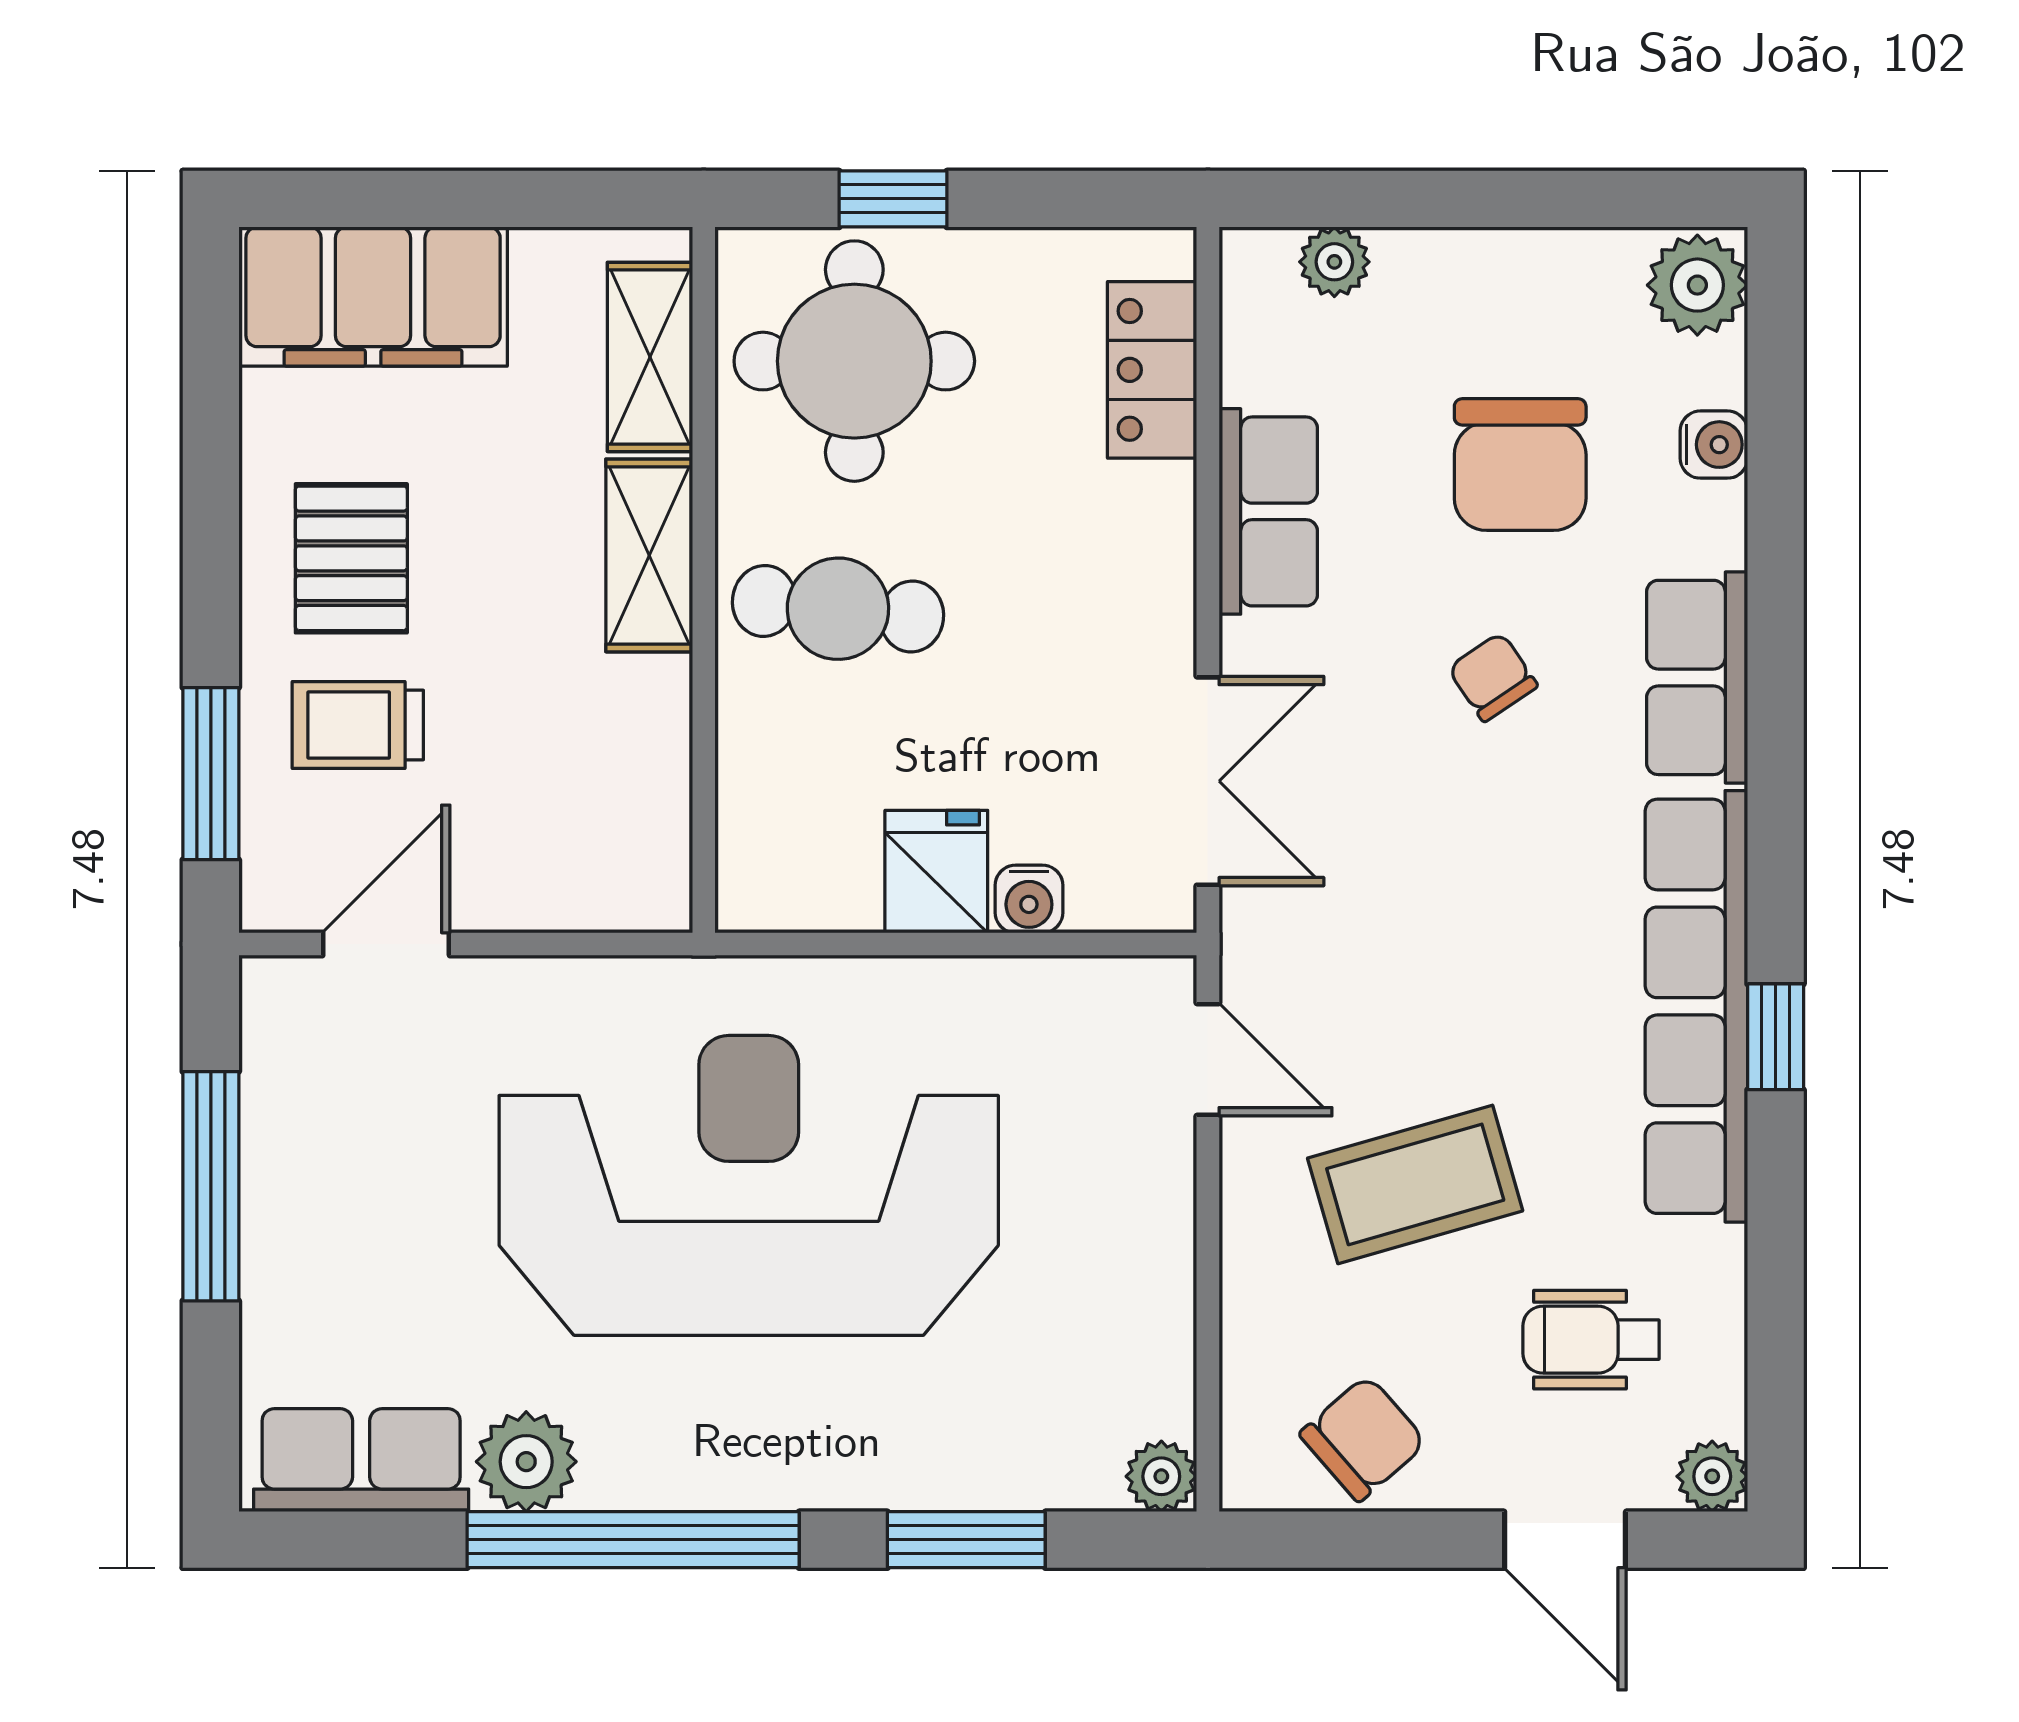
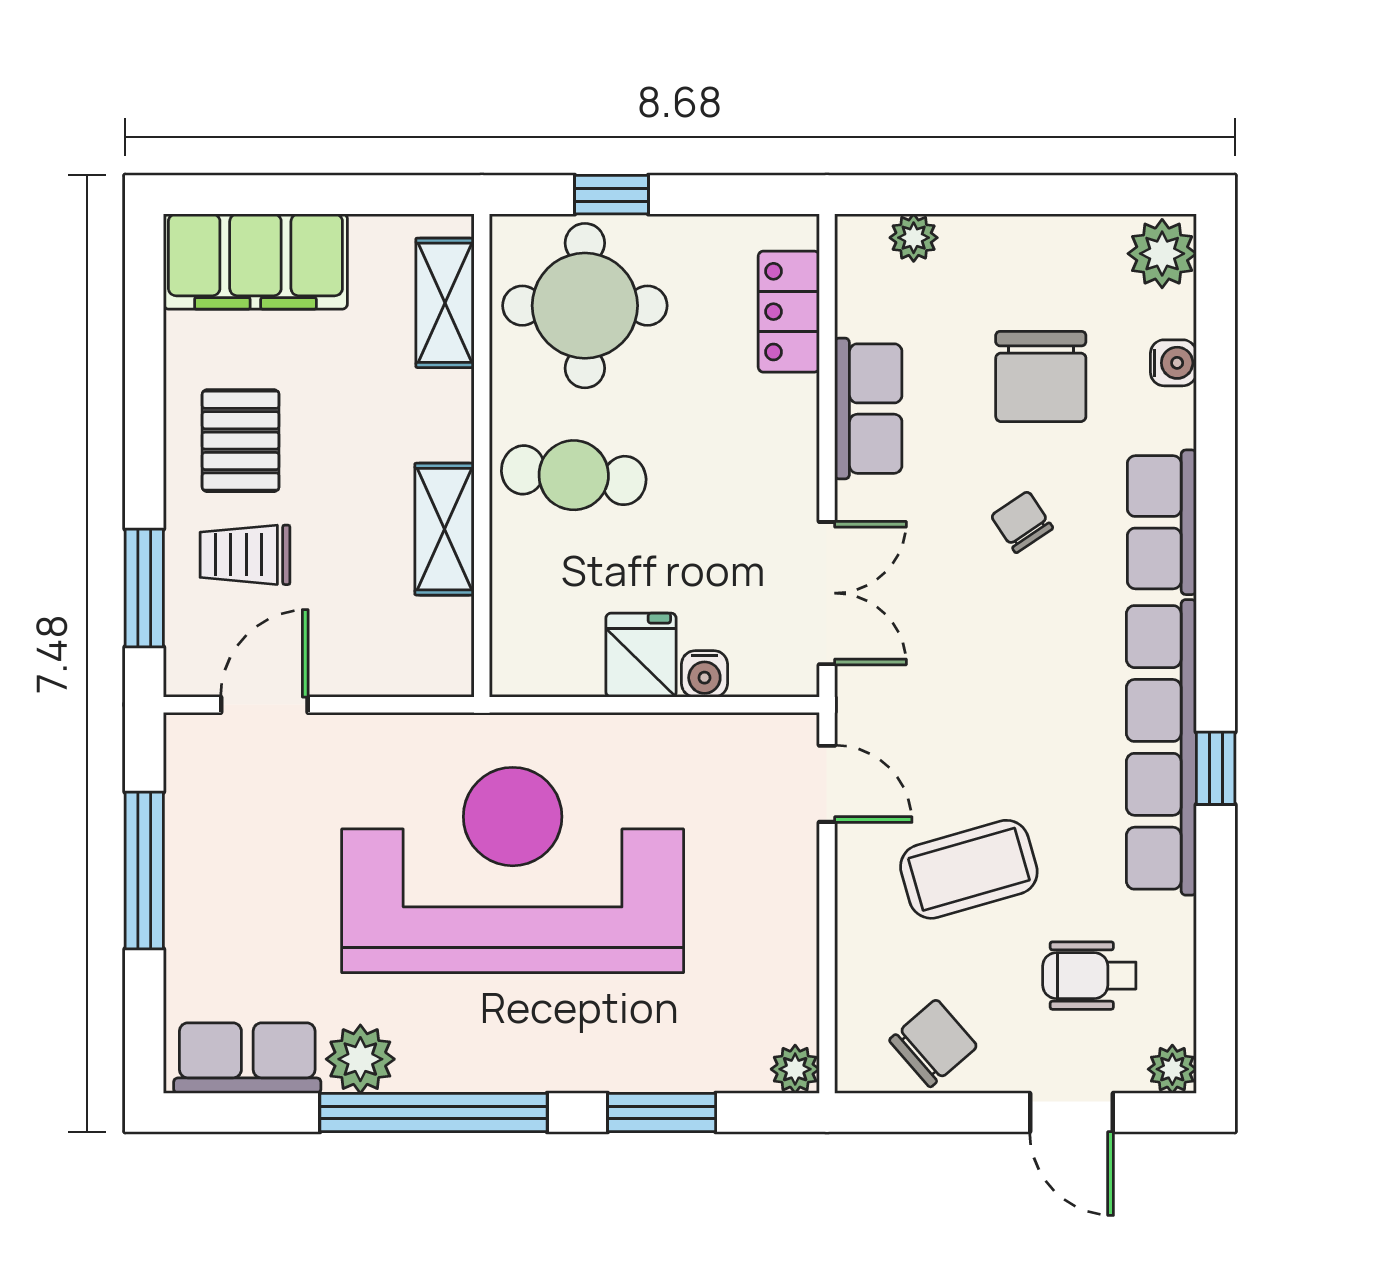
shelving: (649, 555) -> (444, 529), moved

